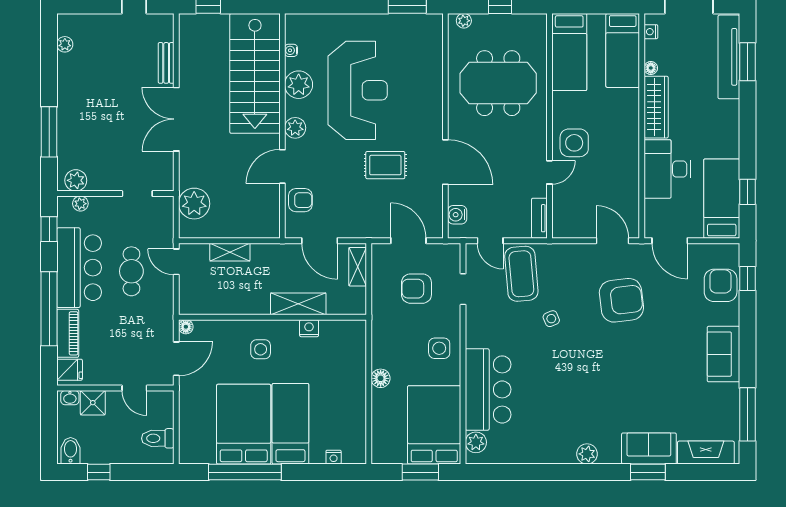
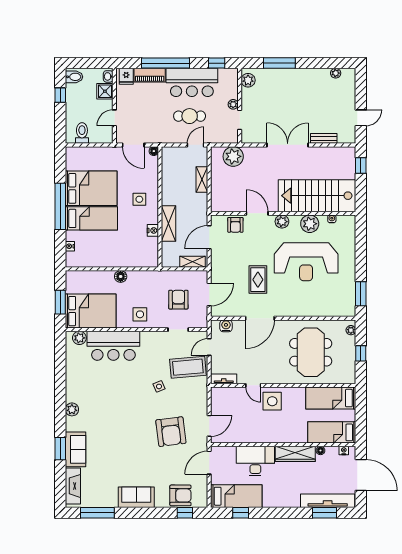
plant: (80, 204) -> (233, 104), moved
window: (245, 472) -> (60, 206), moved

